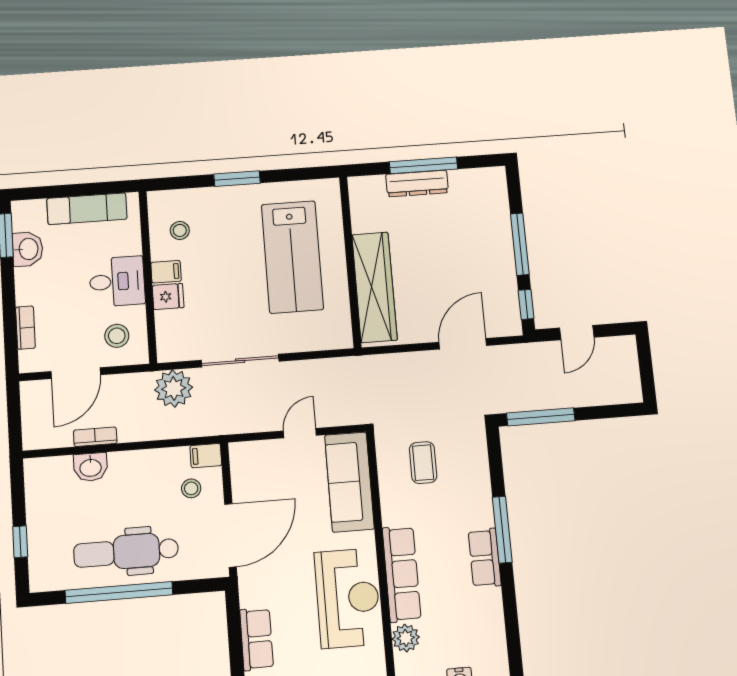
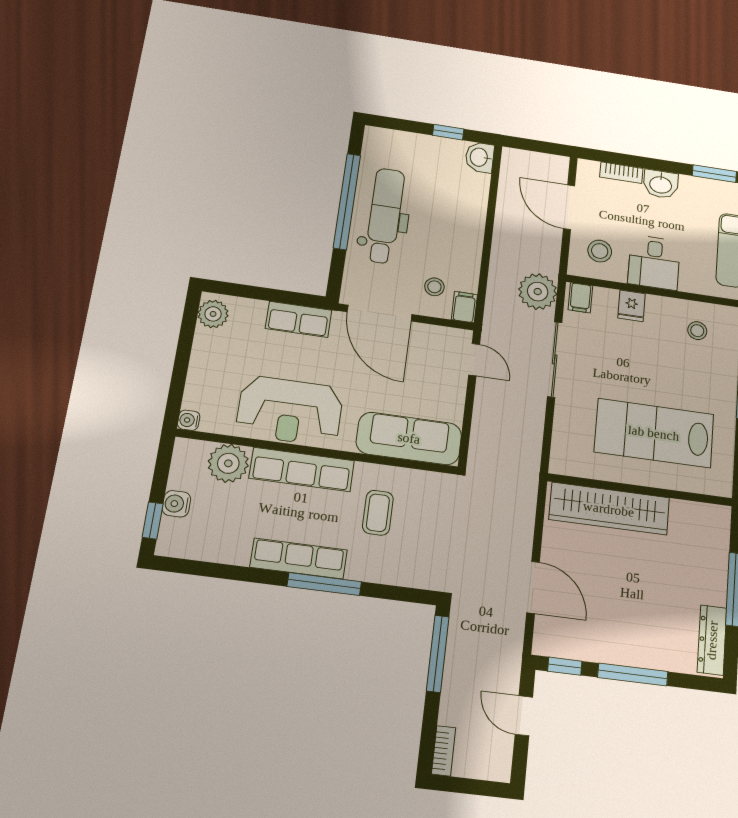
dresser: (417, 183) -> (712, 640), moved
washbasin: (28, 249) -> (661, 184), moved
filing cabinet: (166, 272) -> (580, 298), moved
door: (300, 433) -> (474, 360), moved
bookcase: (95, 437) -> (444, 751), moved
coffee table: (423, 463) -> (378, 513), moved, turned 90
washbasin: (91, 467) -> (480, 157), moved
window: (20, 542) -> (448, 132), moved
row of seats: (485, 558) -> (299, 559), width x1.48
plant: (406, 638) -> (228, 463), width x1.36, depth x1.36
row of seats: (257, 639) -> (298, 319), moved

